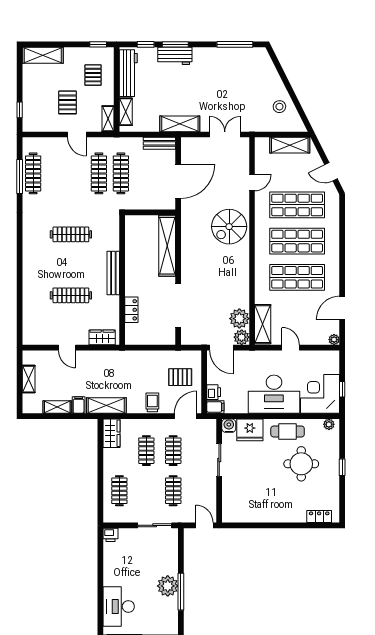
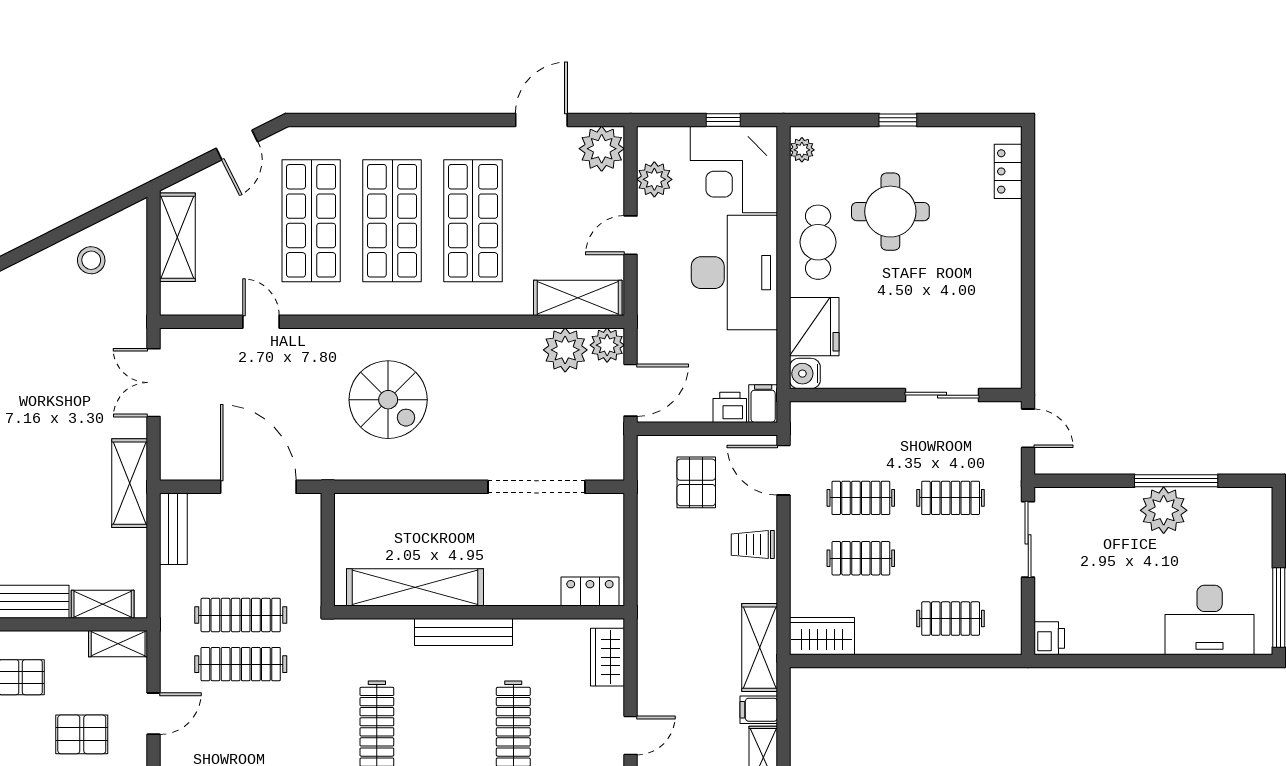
spiral stairs: (229, 227) -> (388, 400), moved
shelving: (167, 246) -> (415, 587), moved
door: (342, 308) -> (541, 120), swing flipped
locker: (131, 310) -> (590, 591), moved
plant: (334, 340) -> (602, 149), width x1.88, depth x1.88
plant: (316, 358) -> (654, 179), added
sliding door: (219, 460) -> (942, 395), moved
door: (204, 525) -> (1028, 428), swing flipped

